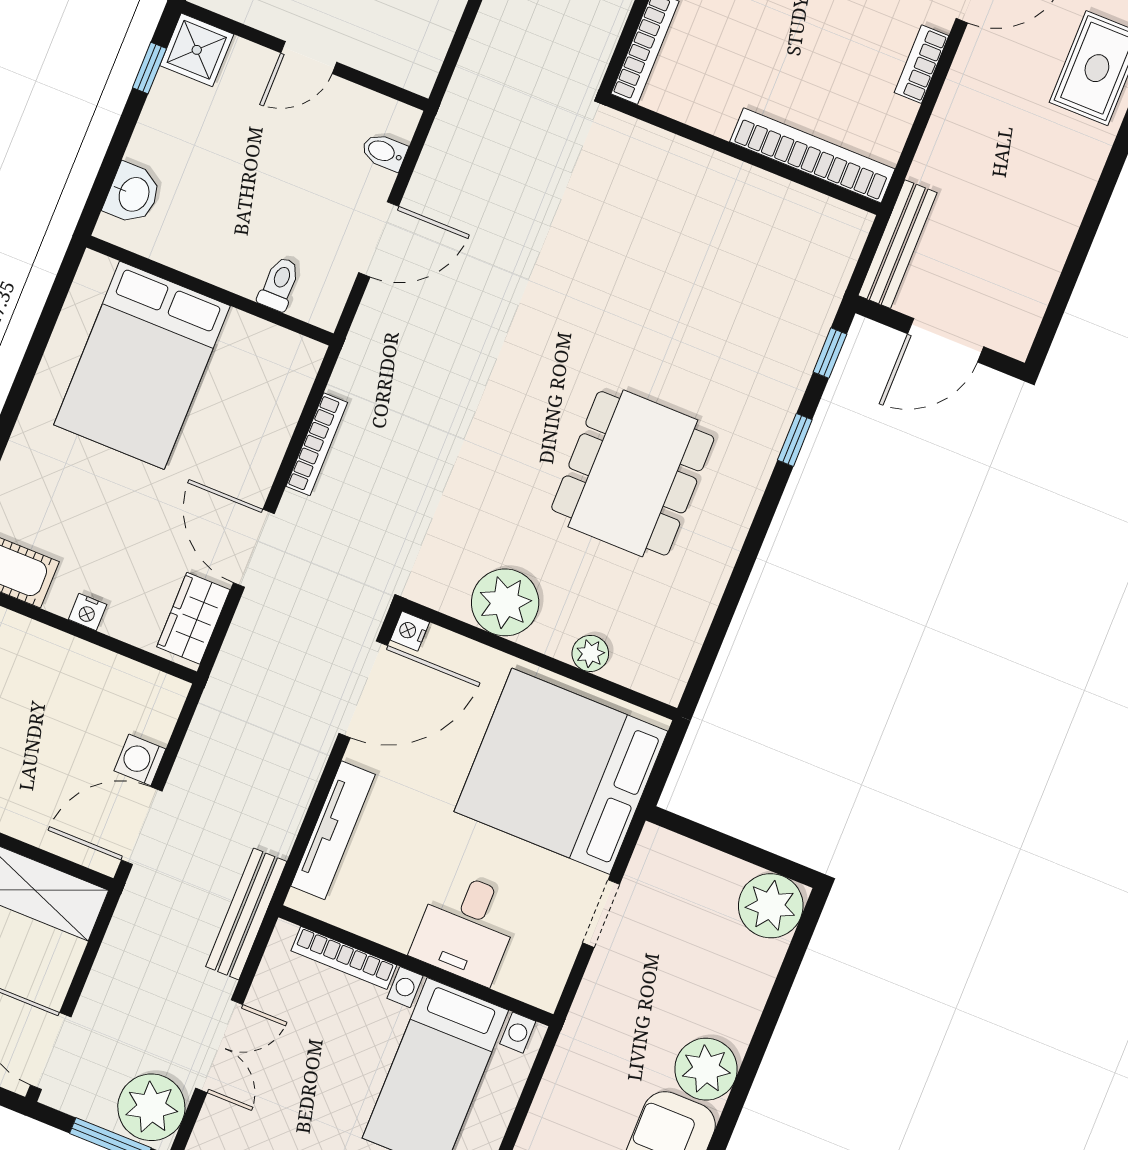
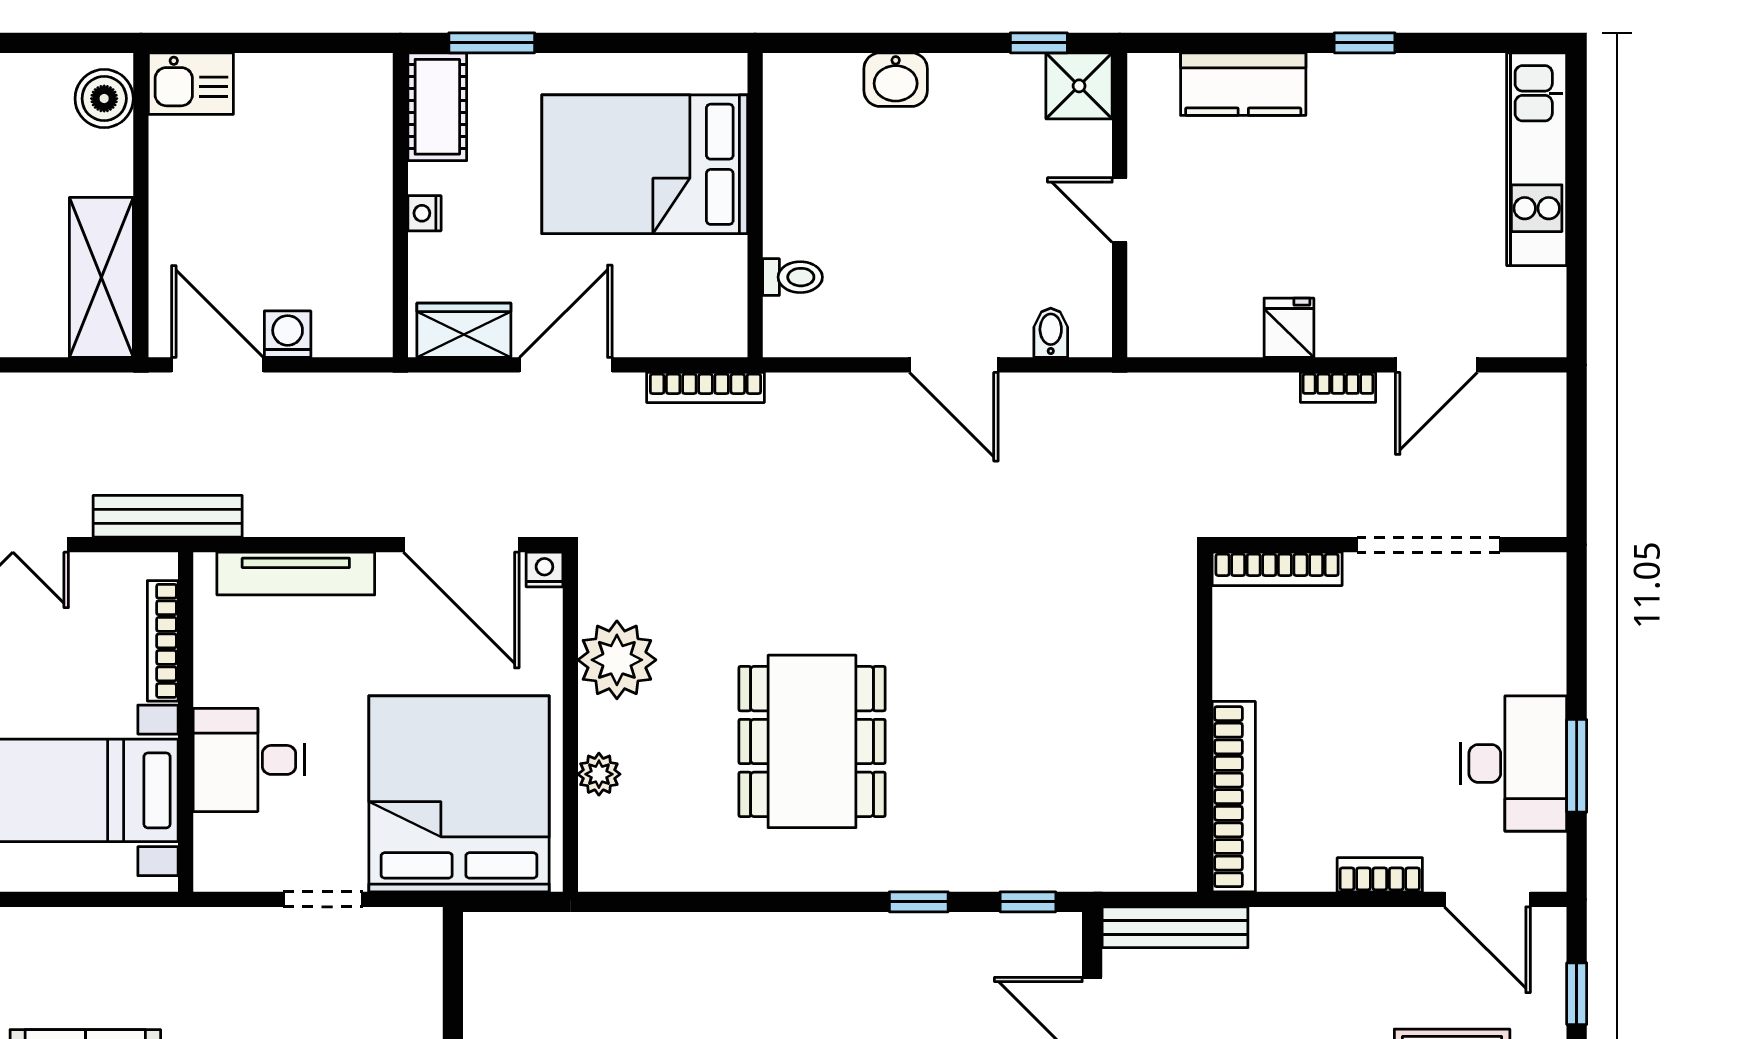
toilet: (279, 284) -> (792, 277), moved
wall: (210, 290) -> (755, 205), moved
bed: (142, 365) -> (645, 164), moved
dining table: (633, 473) -> (812, 741), turned 90

